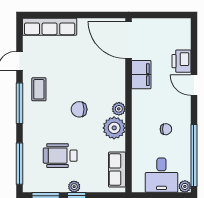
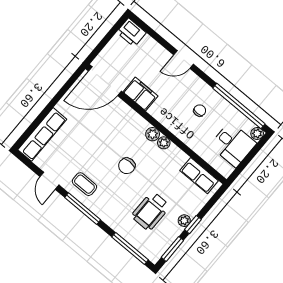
printer: (181, 61) -> (131, 32), moved
plant: (114, 128) -> (164, 143), width x0.53, depth x0.53

